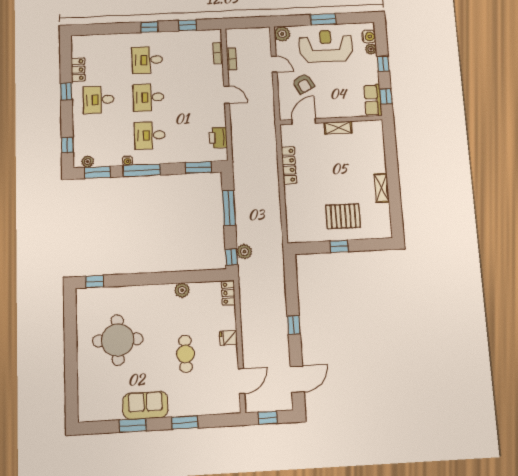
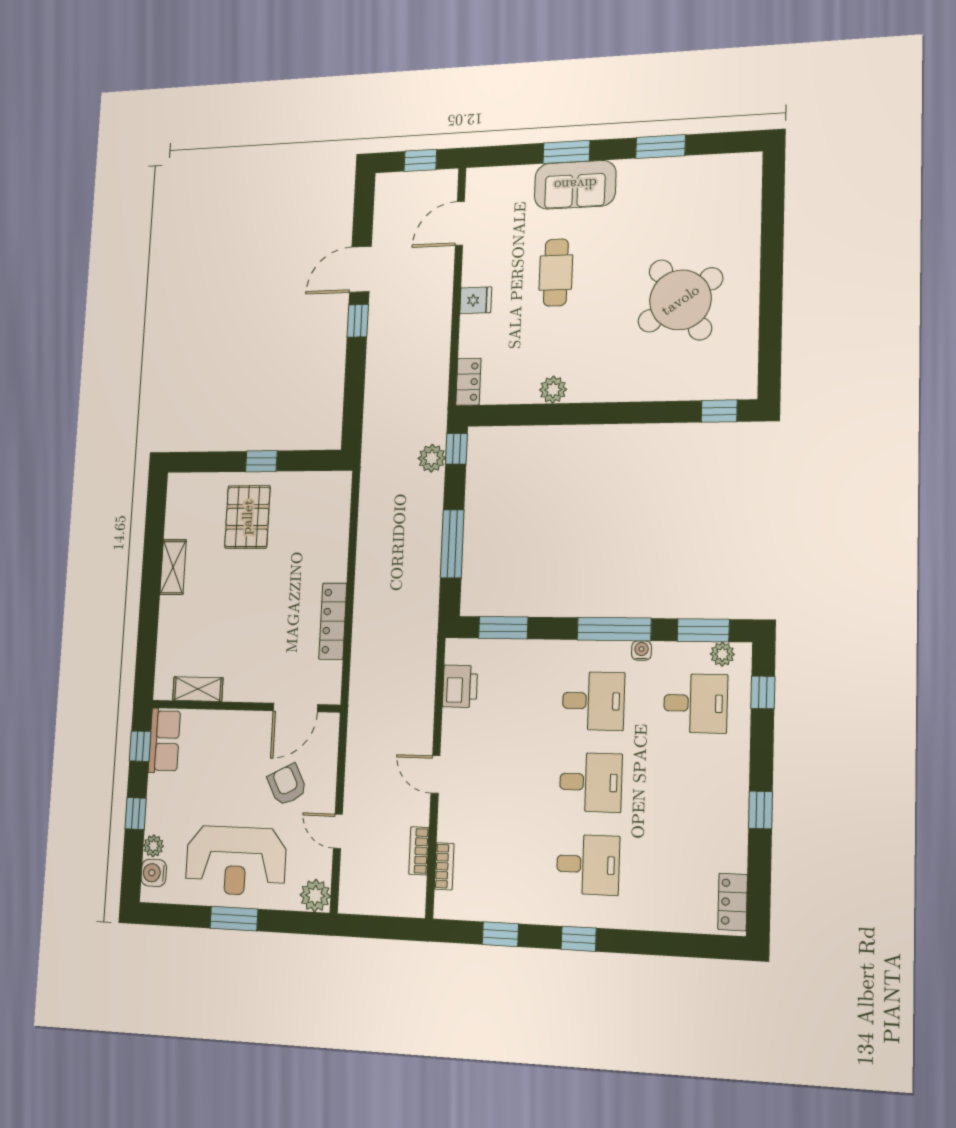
locker: (78, 70) -> (733, 902), moved
desk: (99, 100) -> (696, 703), moved
shelving: (338, 128) -> (198, 689), moved
pallet: (343, 216) -> (247, 517), turned 90
round table: (118, 340) -> (680, 300), turned -34
door: (297, 379) -> (360, 269), moved
sofa: (145, 405) -> (575, 185), moved

